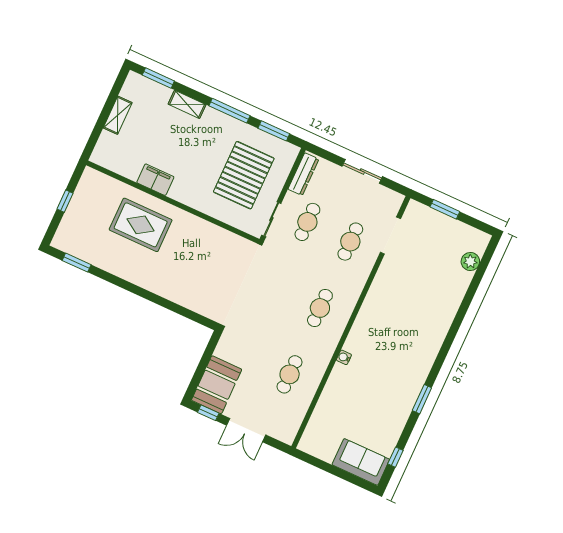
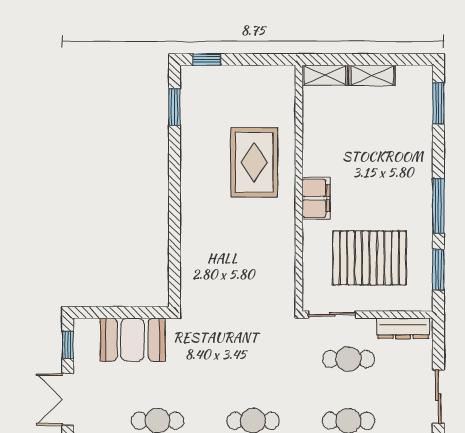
shelving: (187, 104) -> (325, 75), moved, turned 90
filing cabinet: (155, 180) -> (316, 198), moved
window: (65, 201) -> (207, 60), moved
booth: (217, 385) -> (133, 340), moved

